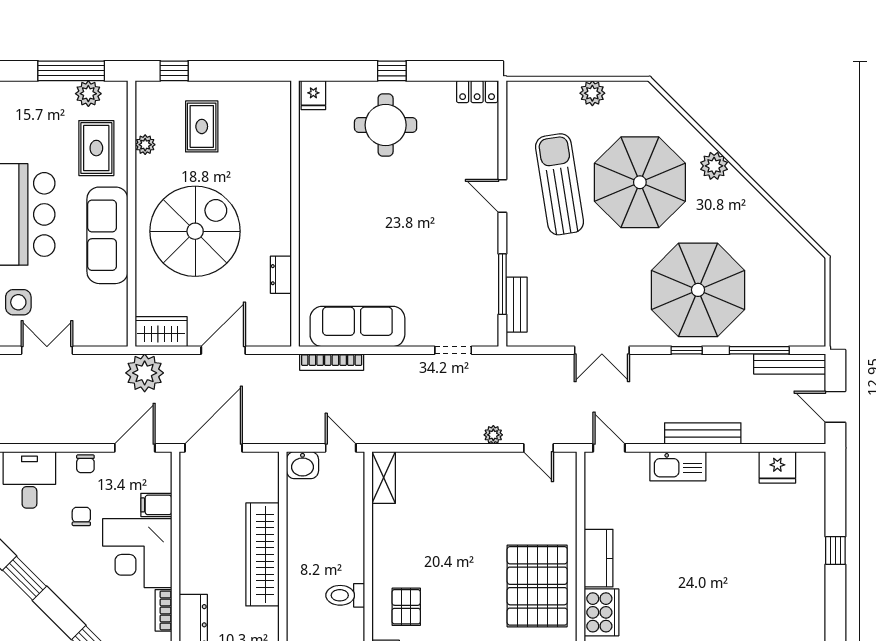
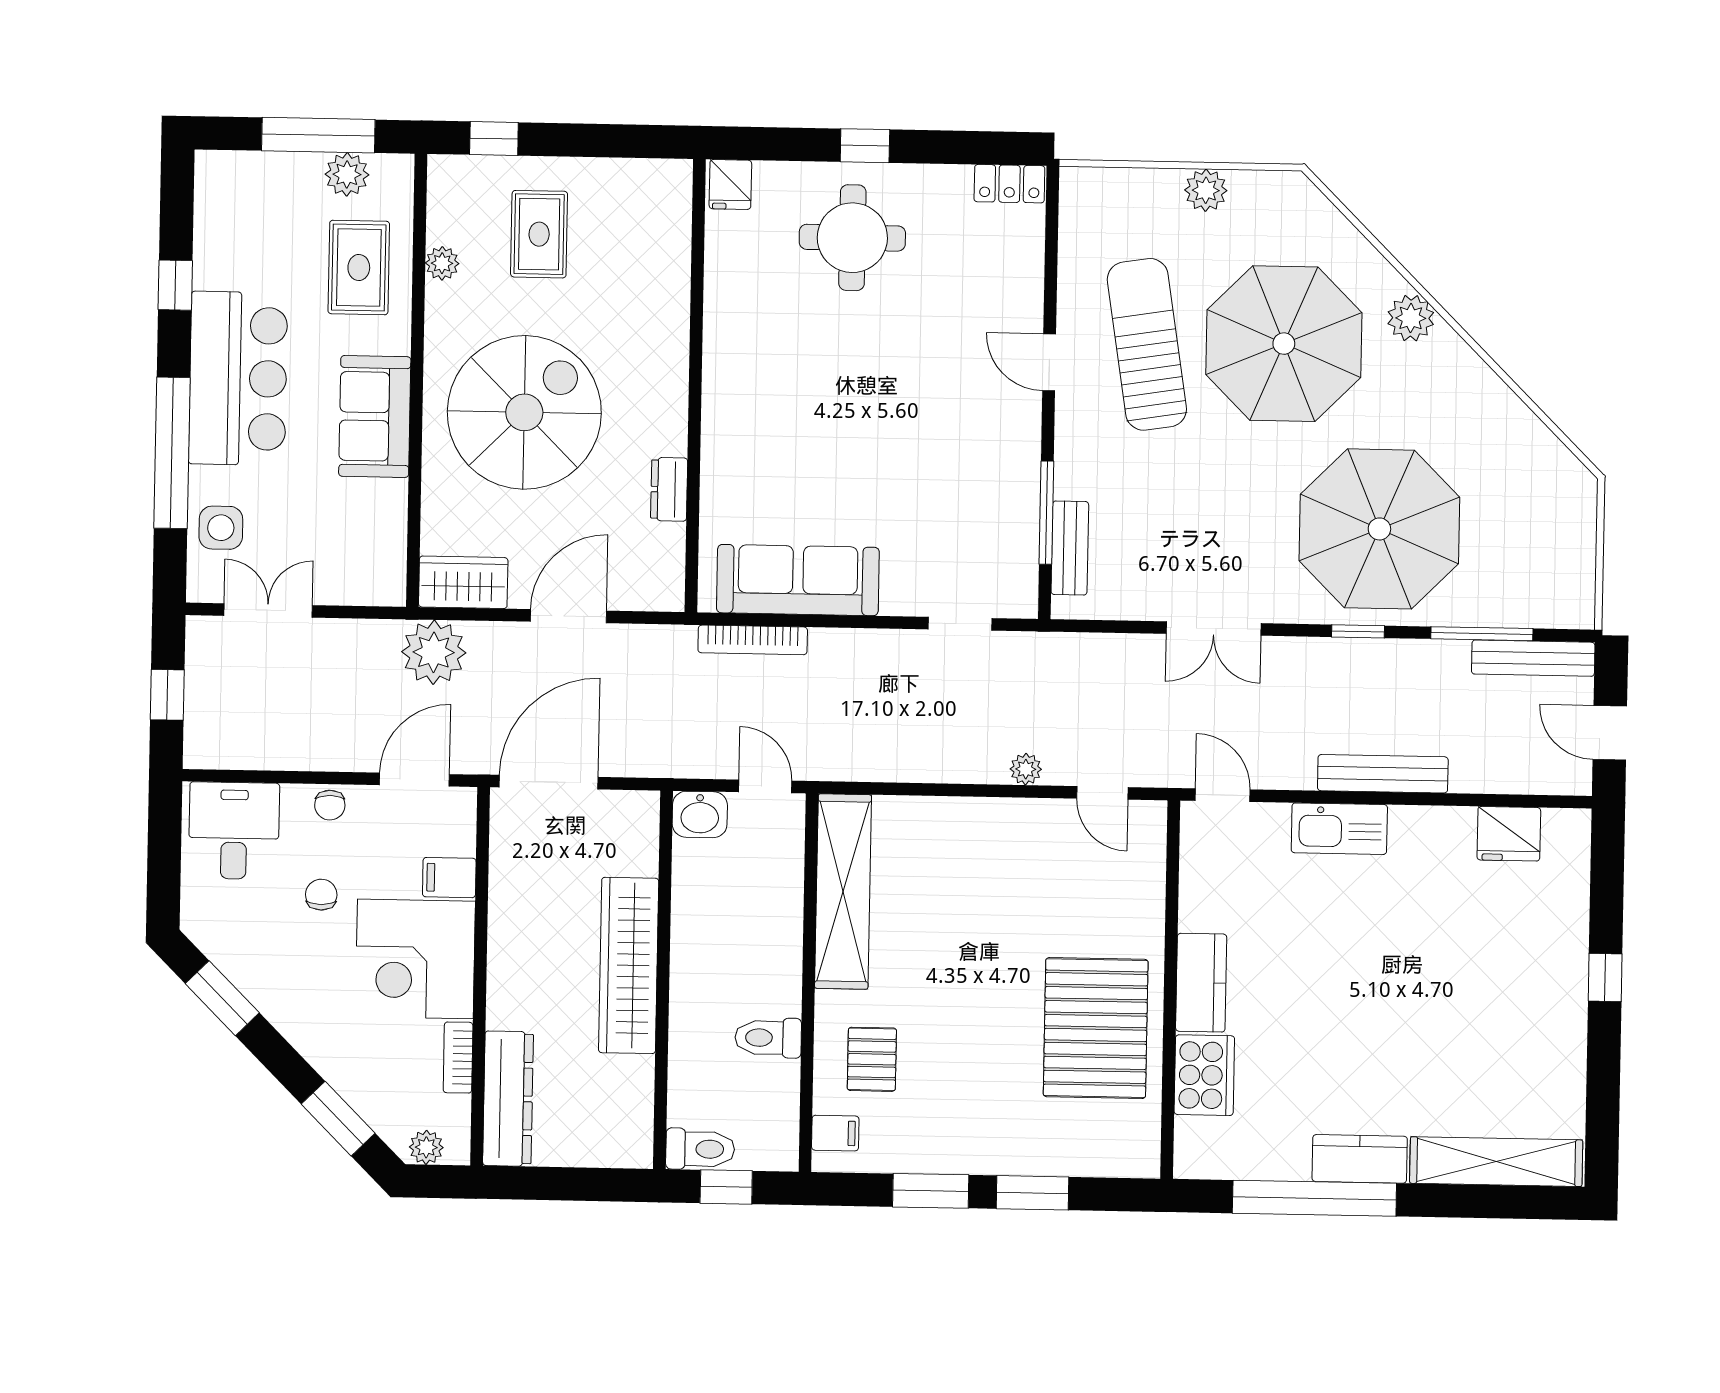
sofa: (107, 235) -> (375, 416), width x0.73
shelving: (384, 477) -> (843, 892), width x2.20, depth x1.33

